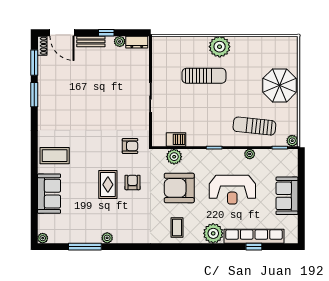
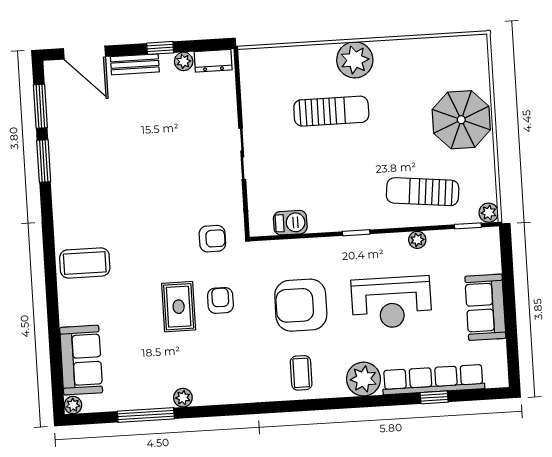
shoe rack: (42, 46) -> (52, 77), removed
plant: (174, 157) -> (289, 252), removed
sofa: (49, 194) -> (81, 360), moved

